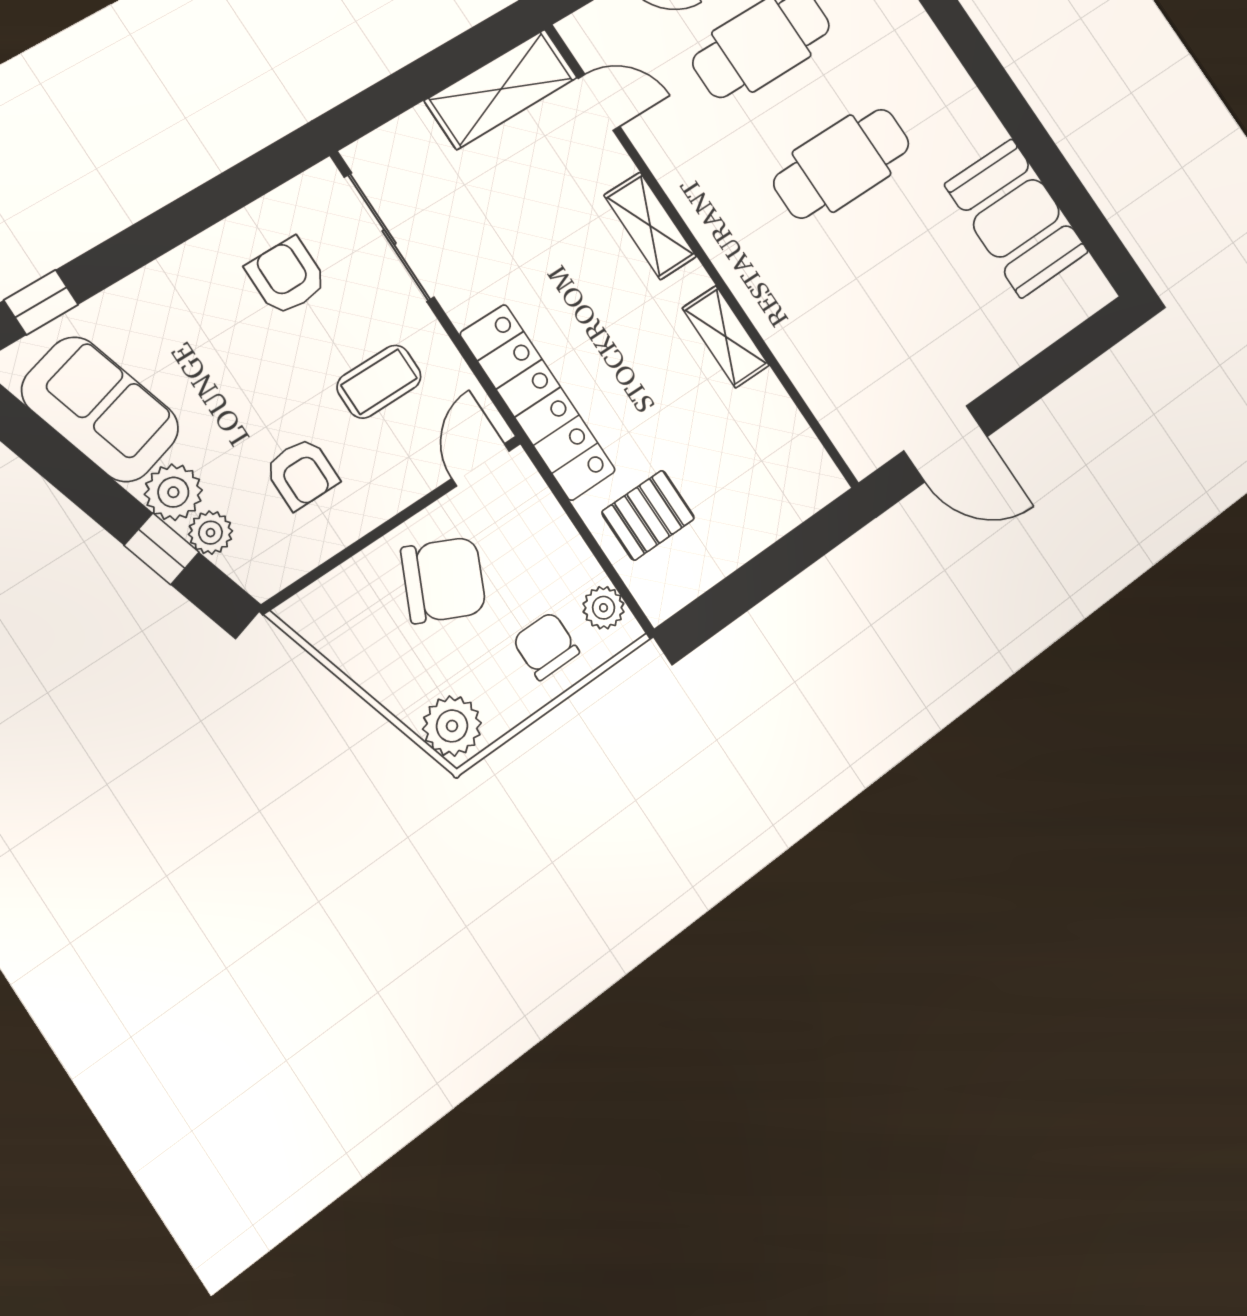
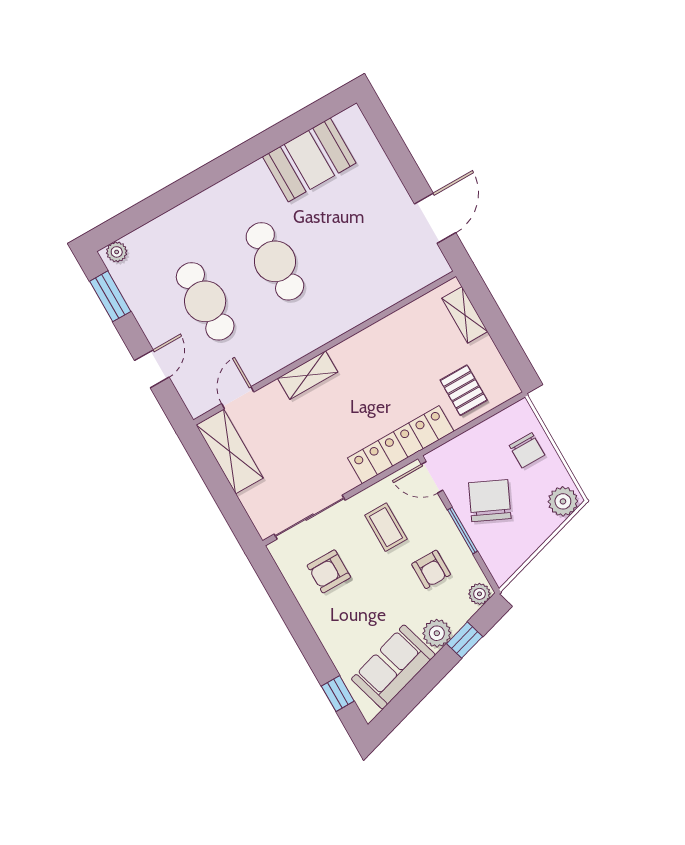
shelving: (726, 337) -> (465, 315), moved, turned 90
armchair: (302, 473) -> (431, 569), turned 90
window: (382, 530) -> (462, 531), added
plant: (211, 533) -> (479, 594), moved
plant: (604, 608) -> (510, 418), removed
chair: (546, 646) -> (527, 450), turned -90

